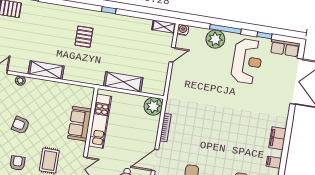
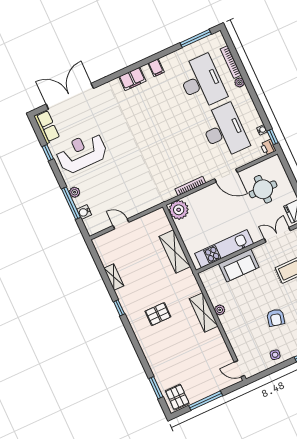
shelving: (164, 27) -> (114, 277), moved
window: (225, 29) -> (71, 203), moved
water cooler: (183, 30) -> (84, 212), moved
plant: (215, 39) -> (75, 192), width x0.53, depth x0.53
shelving: (46, 70) -> (204, 312), moved
plant: (20, 81) -> (220, 310), moved

